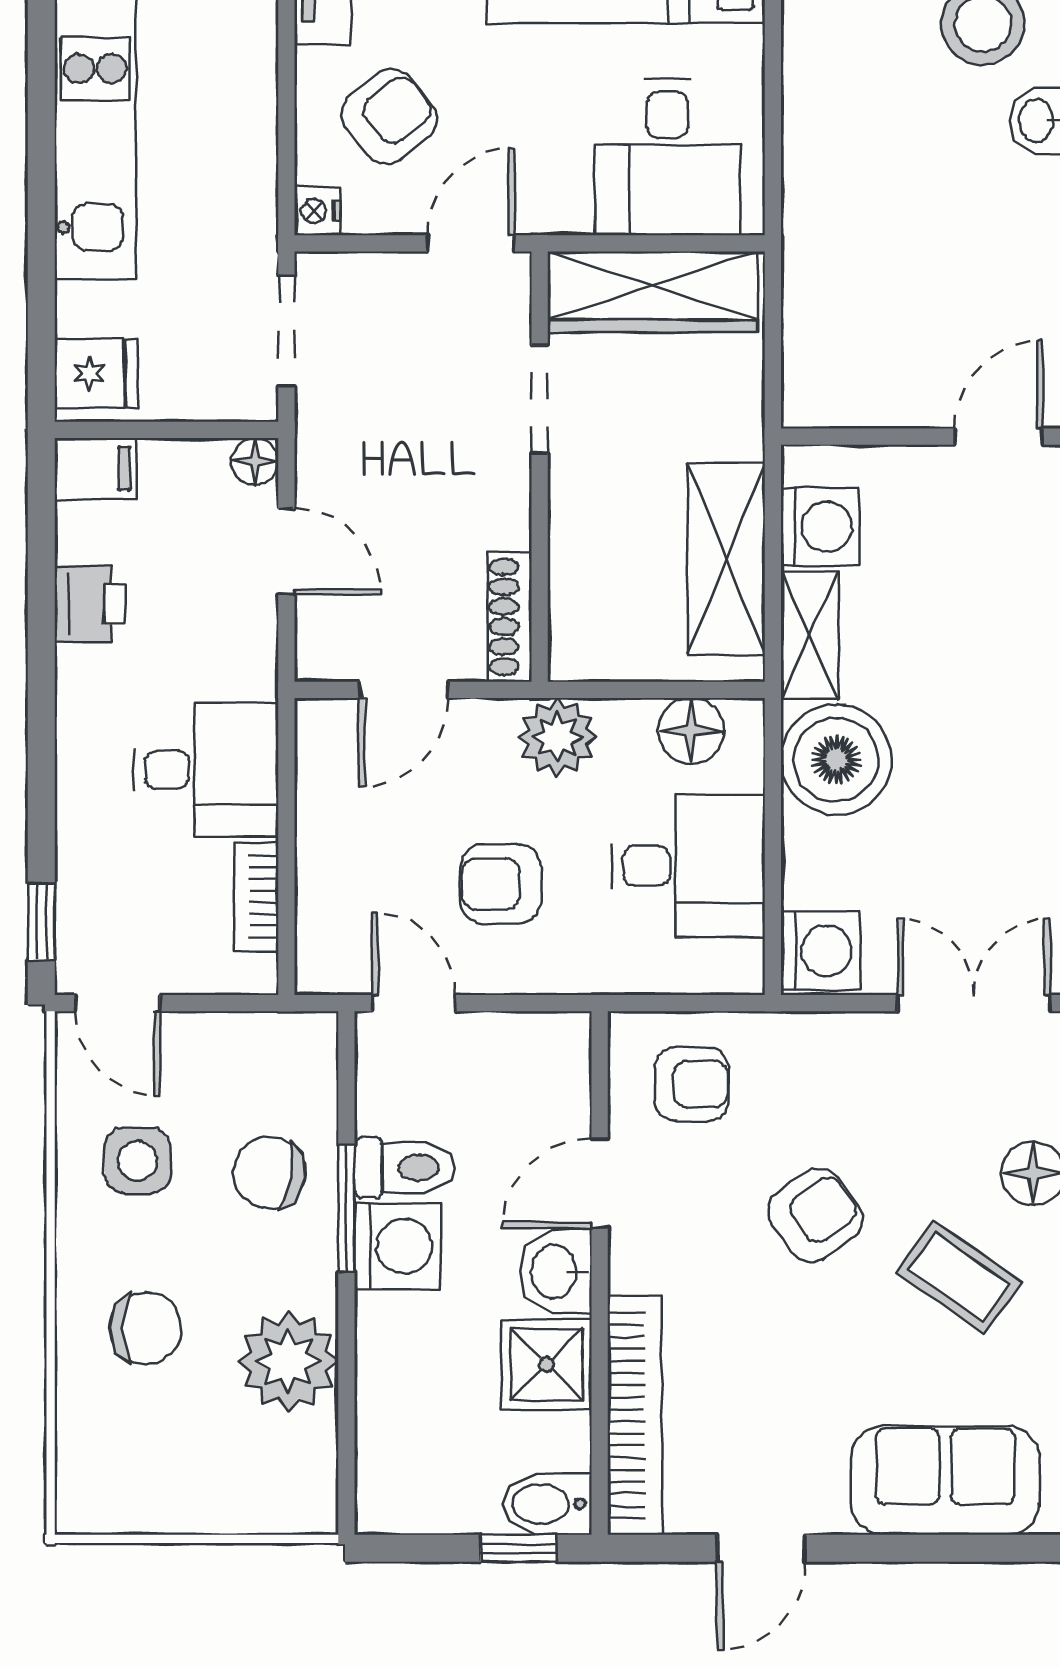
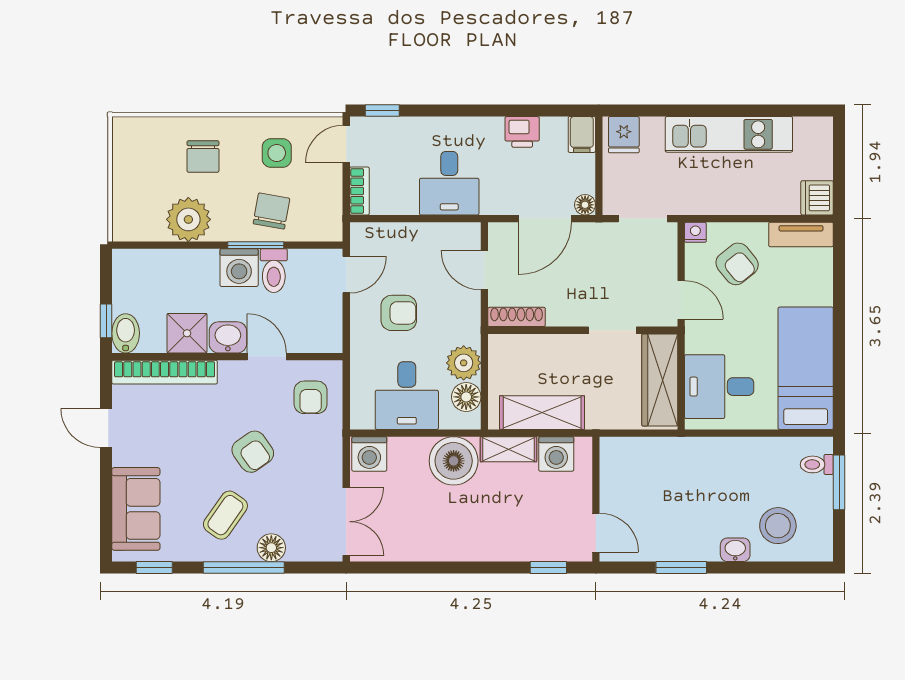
door: (286, 552) -> (545, 219), width x1.38
plant: (557, 737) -> (464, 363), moved
armchair: (500, 884) -> (399, 313), turned 90
bookcase: (257, 897) -> (359, 191), moved, turned 90

